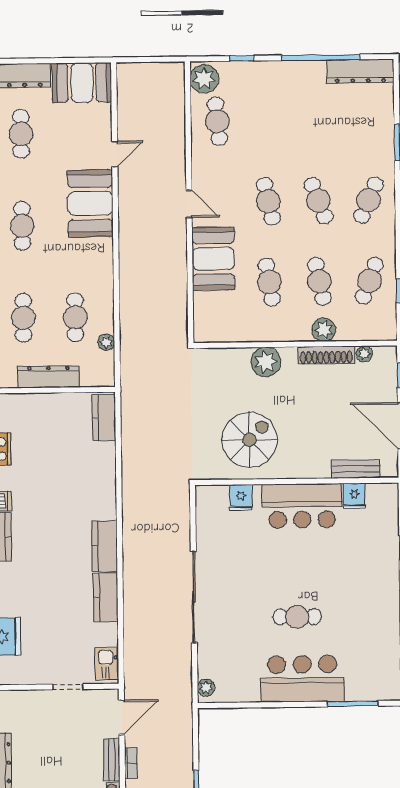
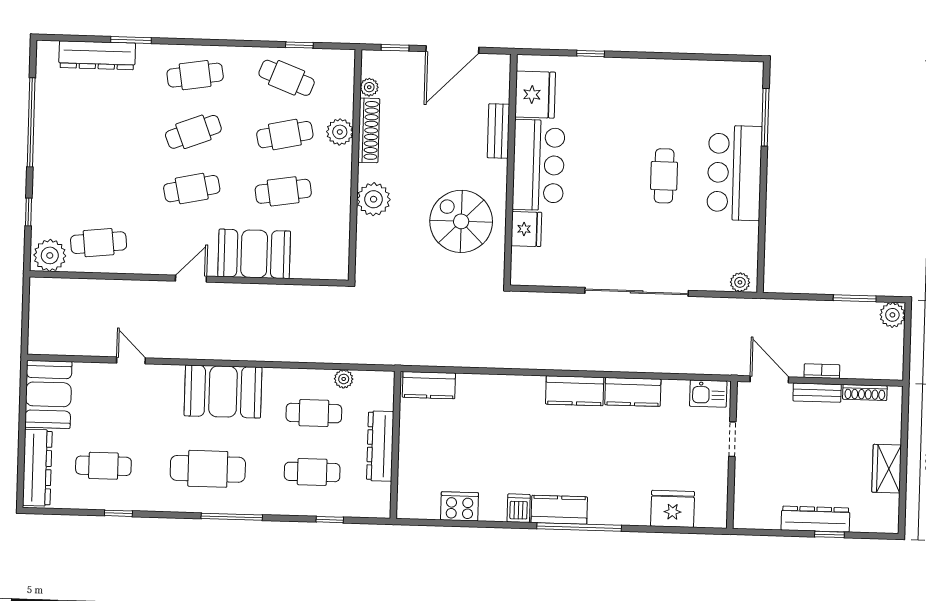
dresser: (360, 71) -> (97, 55), moved, turned 90
cafe table: (368, 200) -> (195, 75), turned -33
booth: (90, 203) -> (223, 392), moved
cafe table: (22, 226) -> (208, 469), width x1.37, depth x1.35
bench: (356, 469) -> (498, 131), moved
fridge: (354, 496) -> (535, 95), width x1.88, depth x1.34
fridge: (241, 498) -> (526, 229), width x1.38

